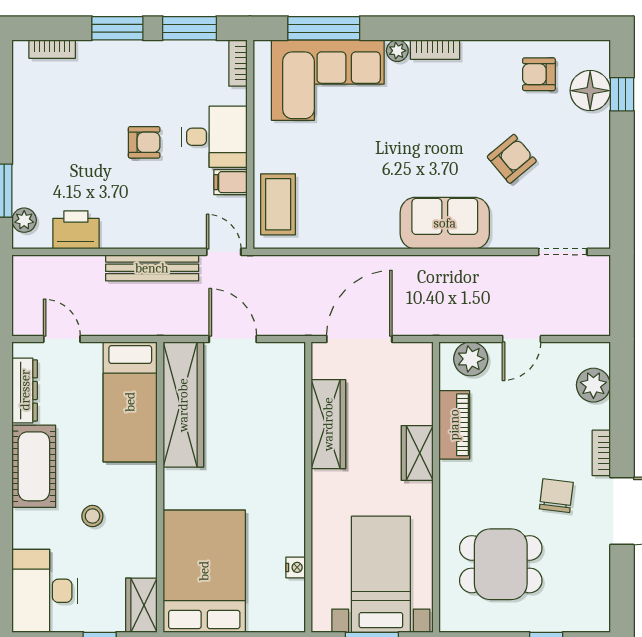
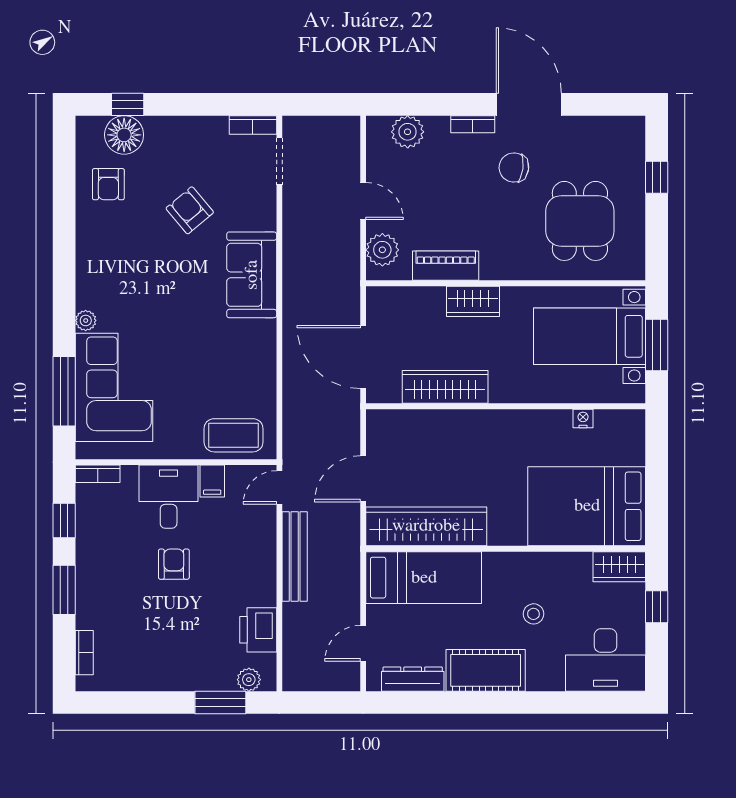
window: (189, 28) -> (64, 521), width x0.67
bookcase: (435, 50) -> (253, 125), moved, turned 90

